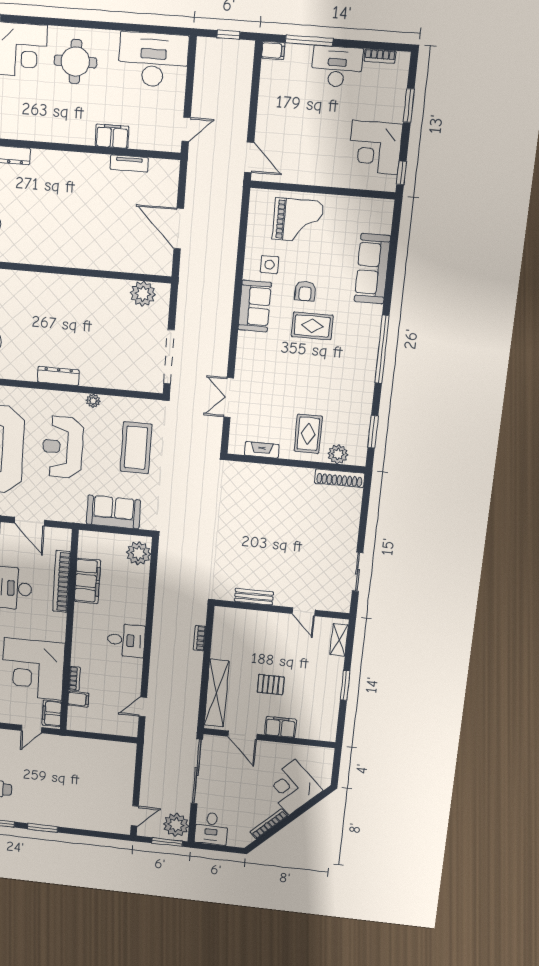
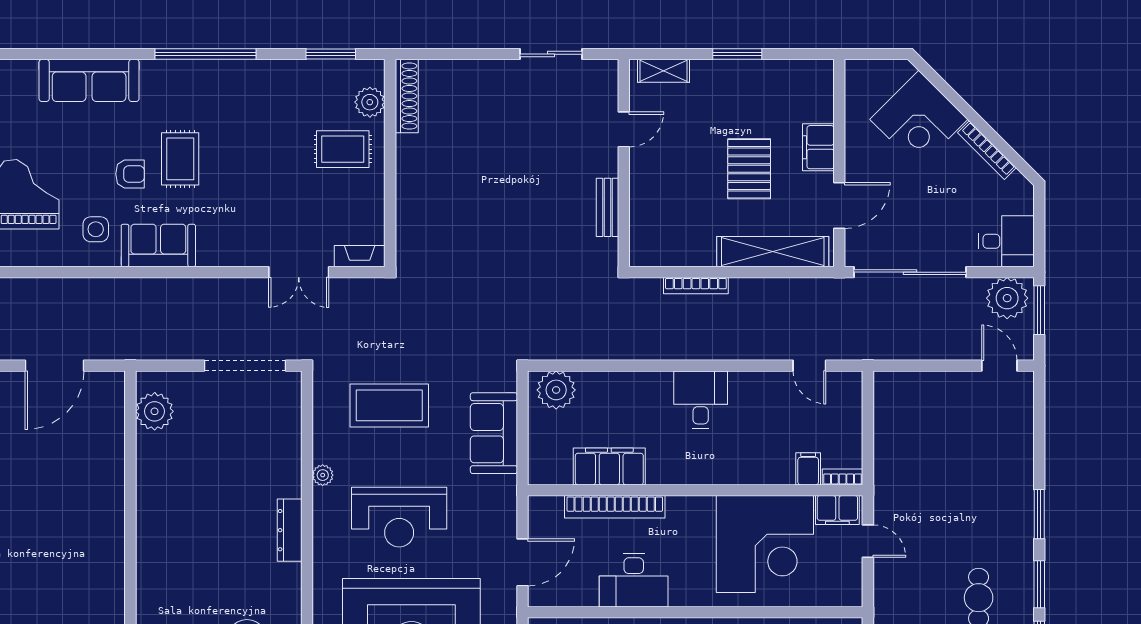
fireplace: (262, 450) -> (360, 256), moved, turned 90
bookcase: (200, 638) -> (696, 286), width x1.56
bookcase: (75, 679) -> (843, 477), moved
pallet: (271, 685) -> (749, 169), width x1.50, depth x1.42

